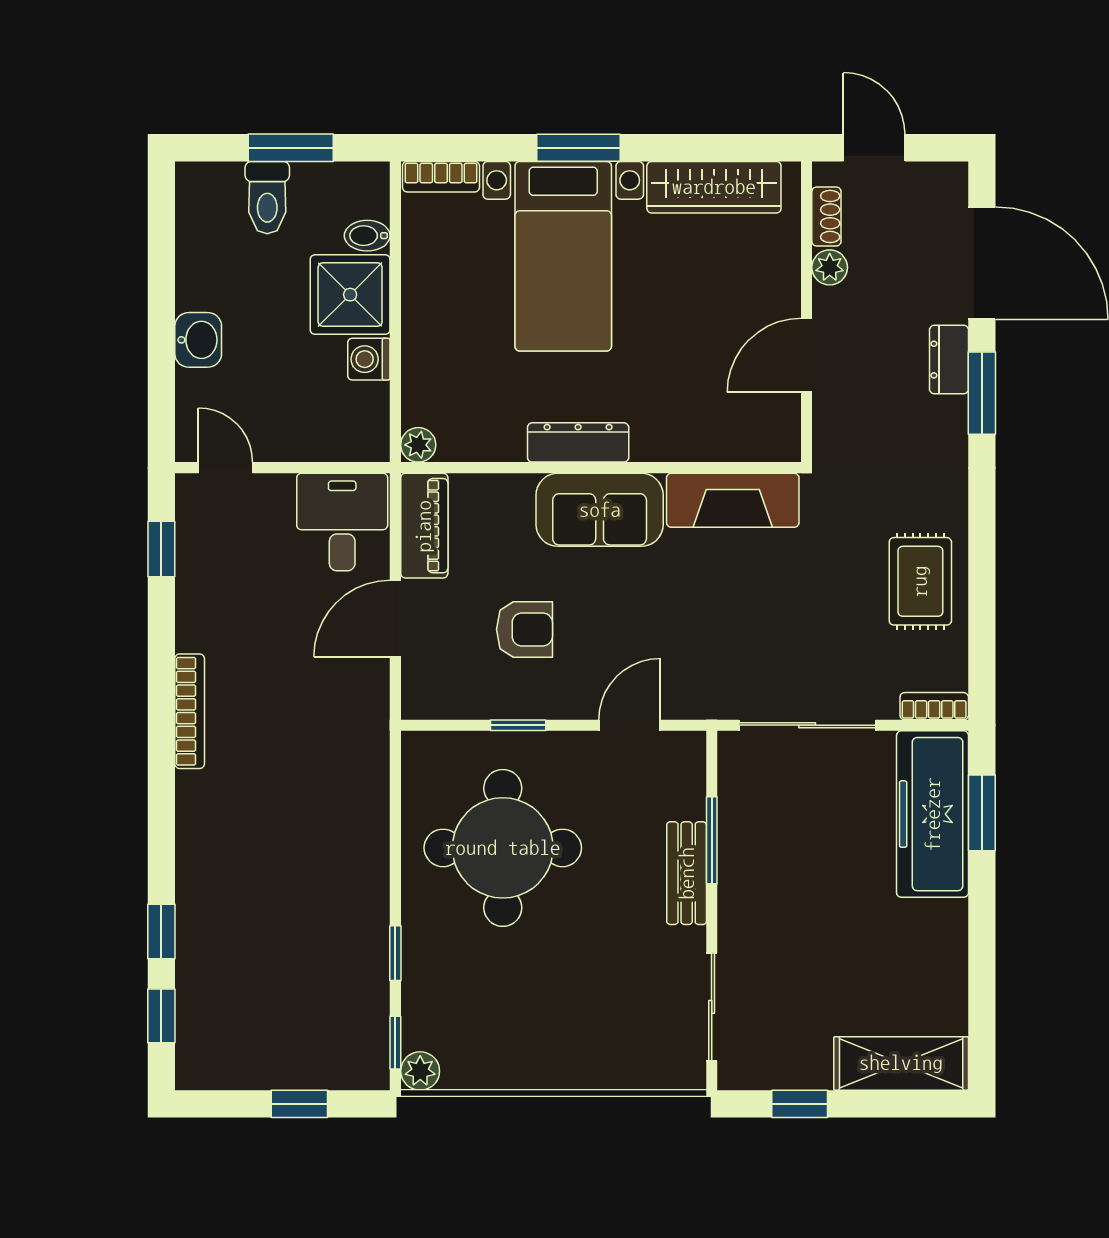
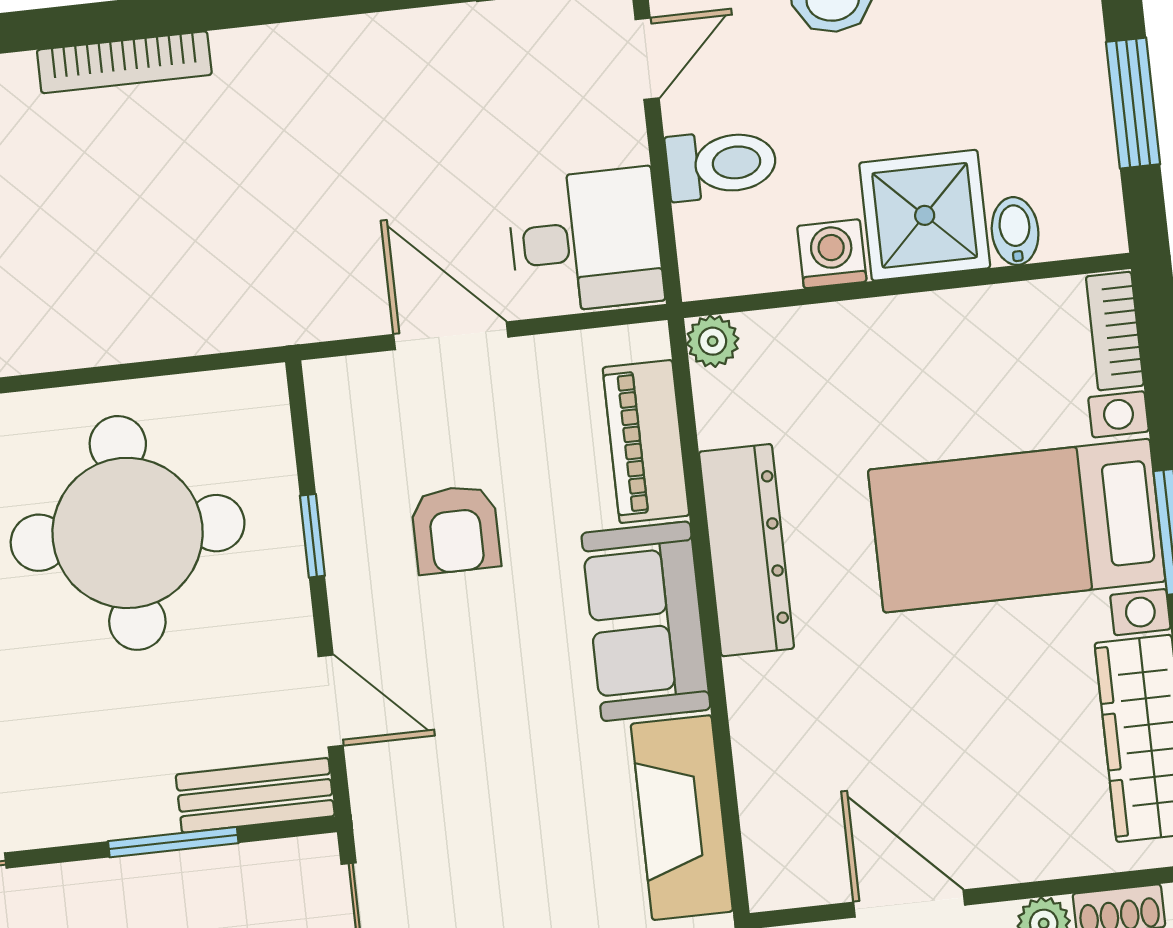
toilet: (267, 198) -> (721, 164), moved, turned 180
dresser: (578, 442) -> (746, 550), width x1.37, depth x1.24
piano: (424, 526) -> (646, 441), moved, turned 90
bookcase: (190, 711) -> (124, 62), moved
bench: (687, 873) -> (255, 795), moved

